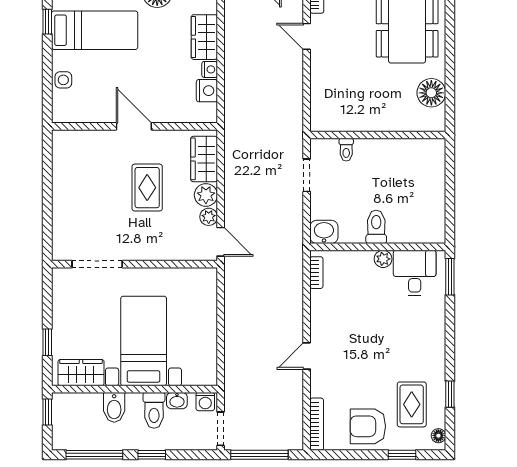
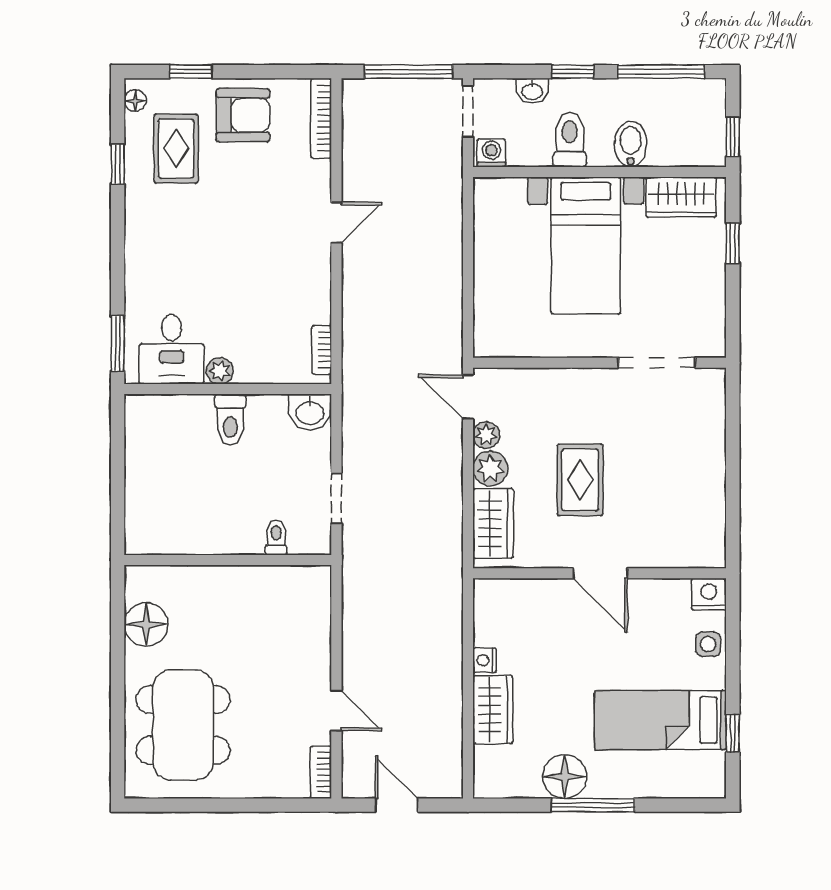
nightstand: (207, 91) -> (709, 594), moved, turned 90
washbasin: (177, 401) -> (532, 91), moved, turned 180

